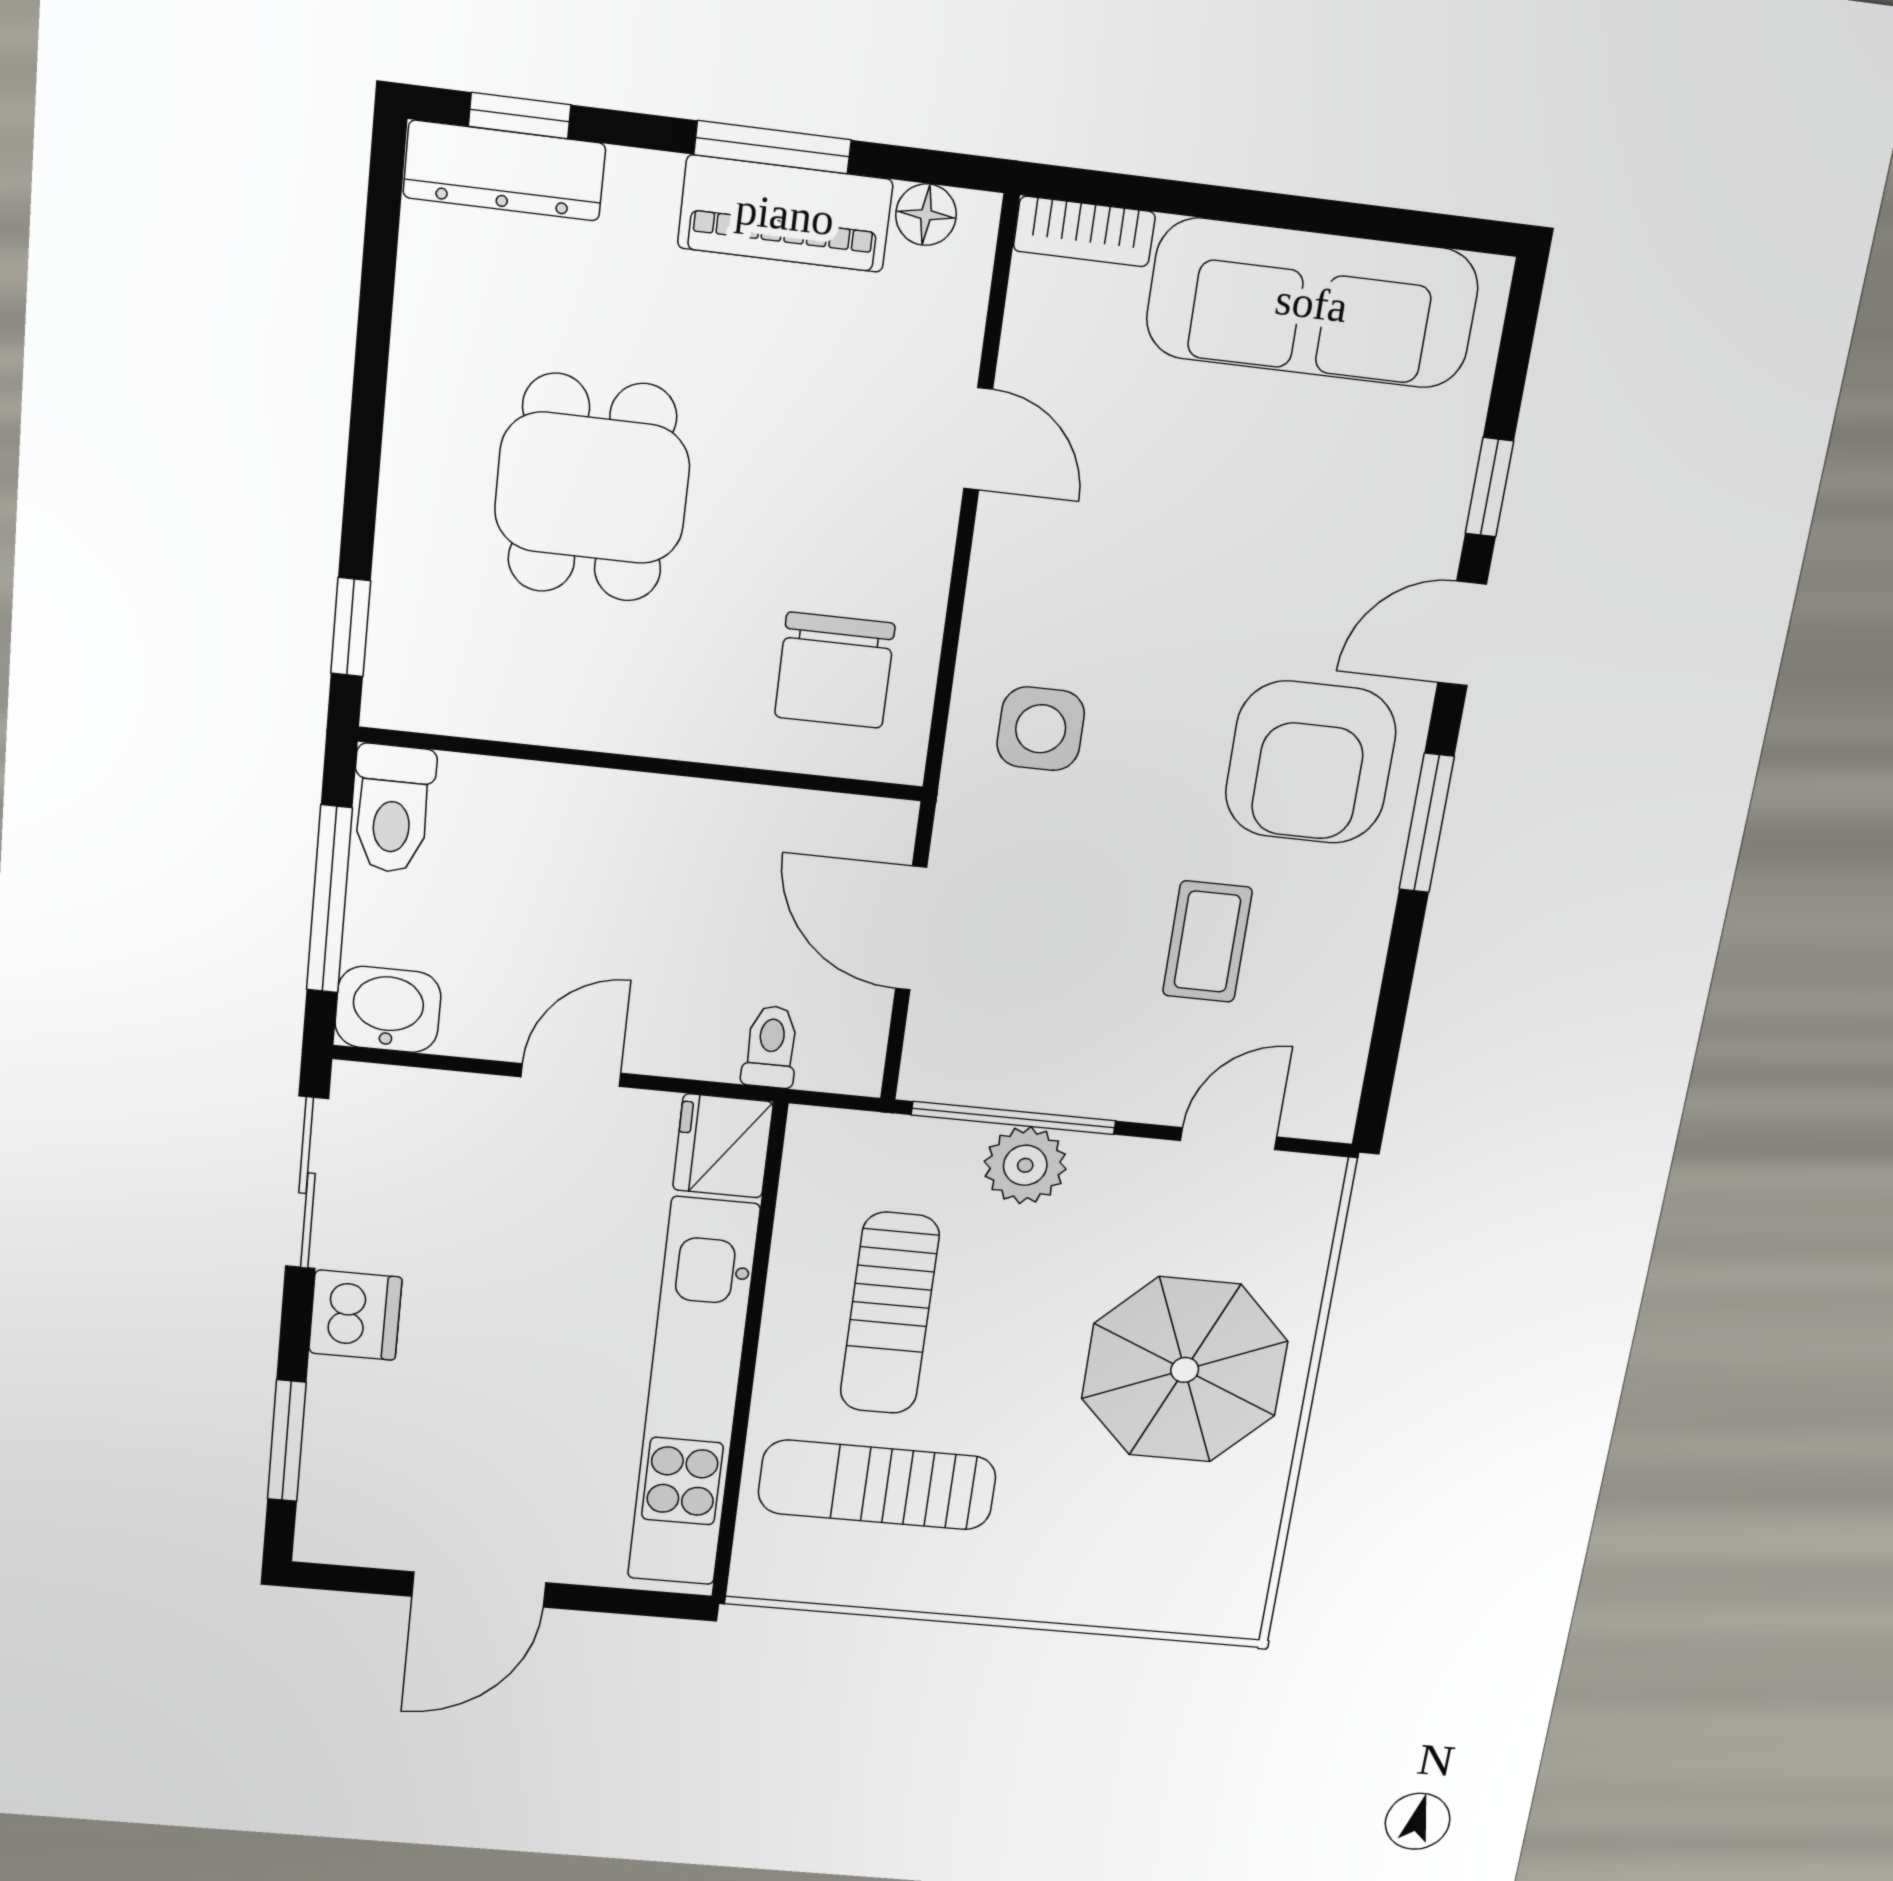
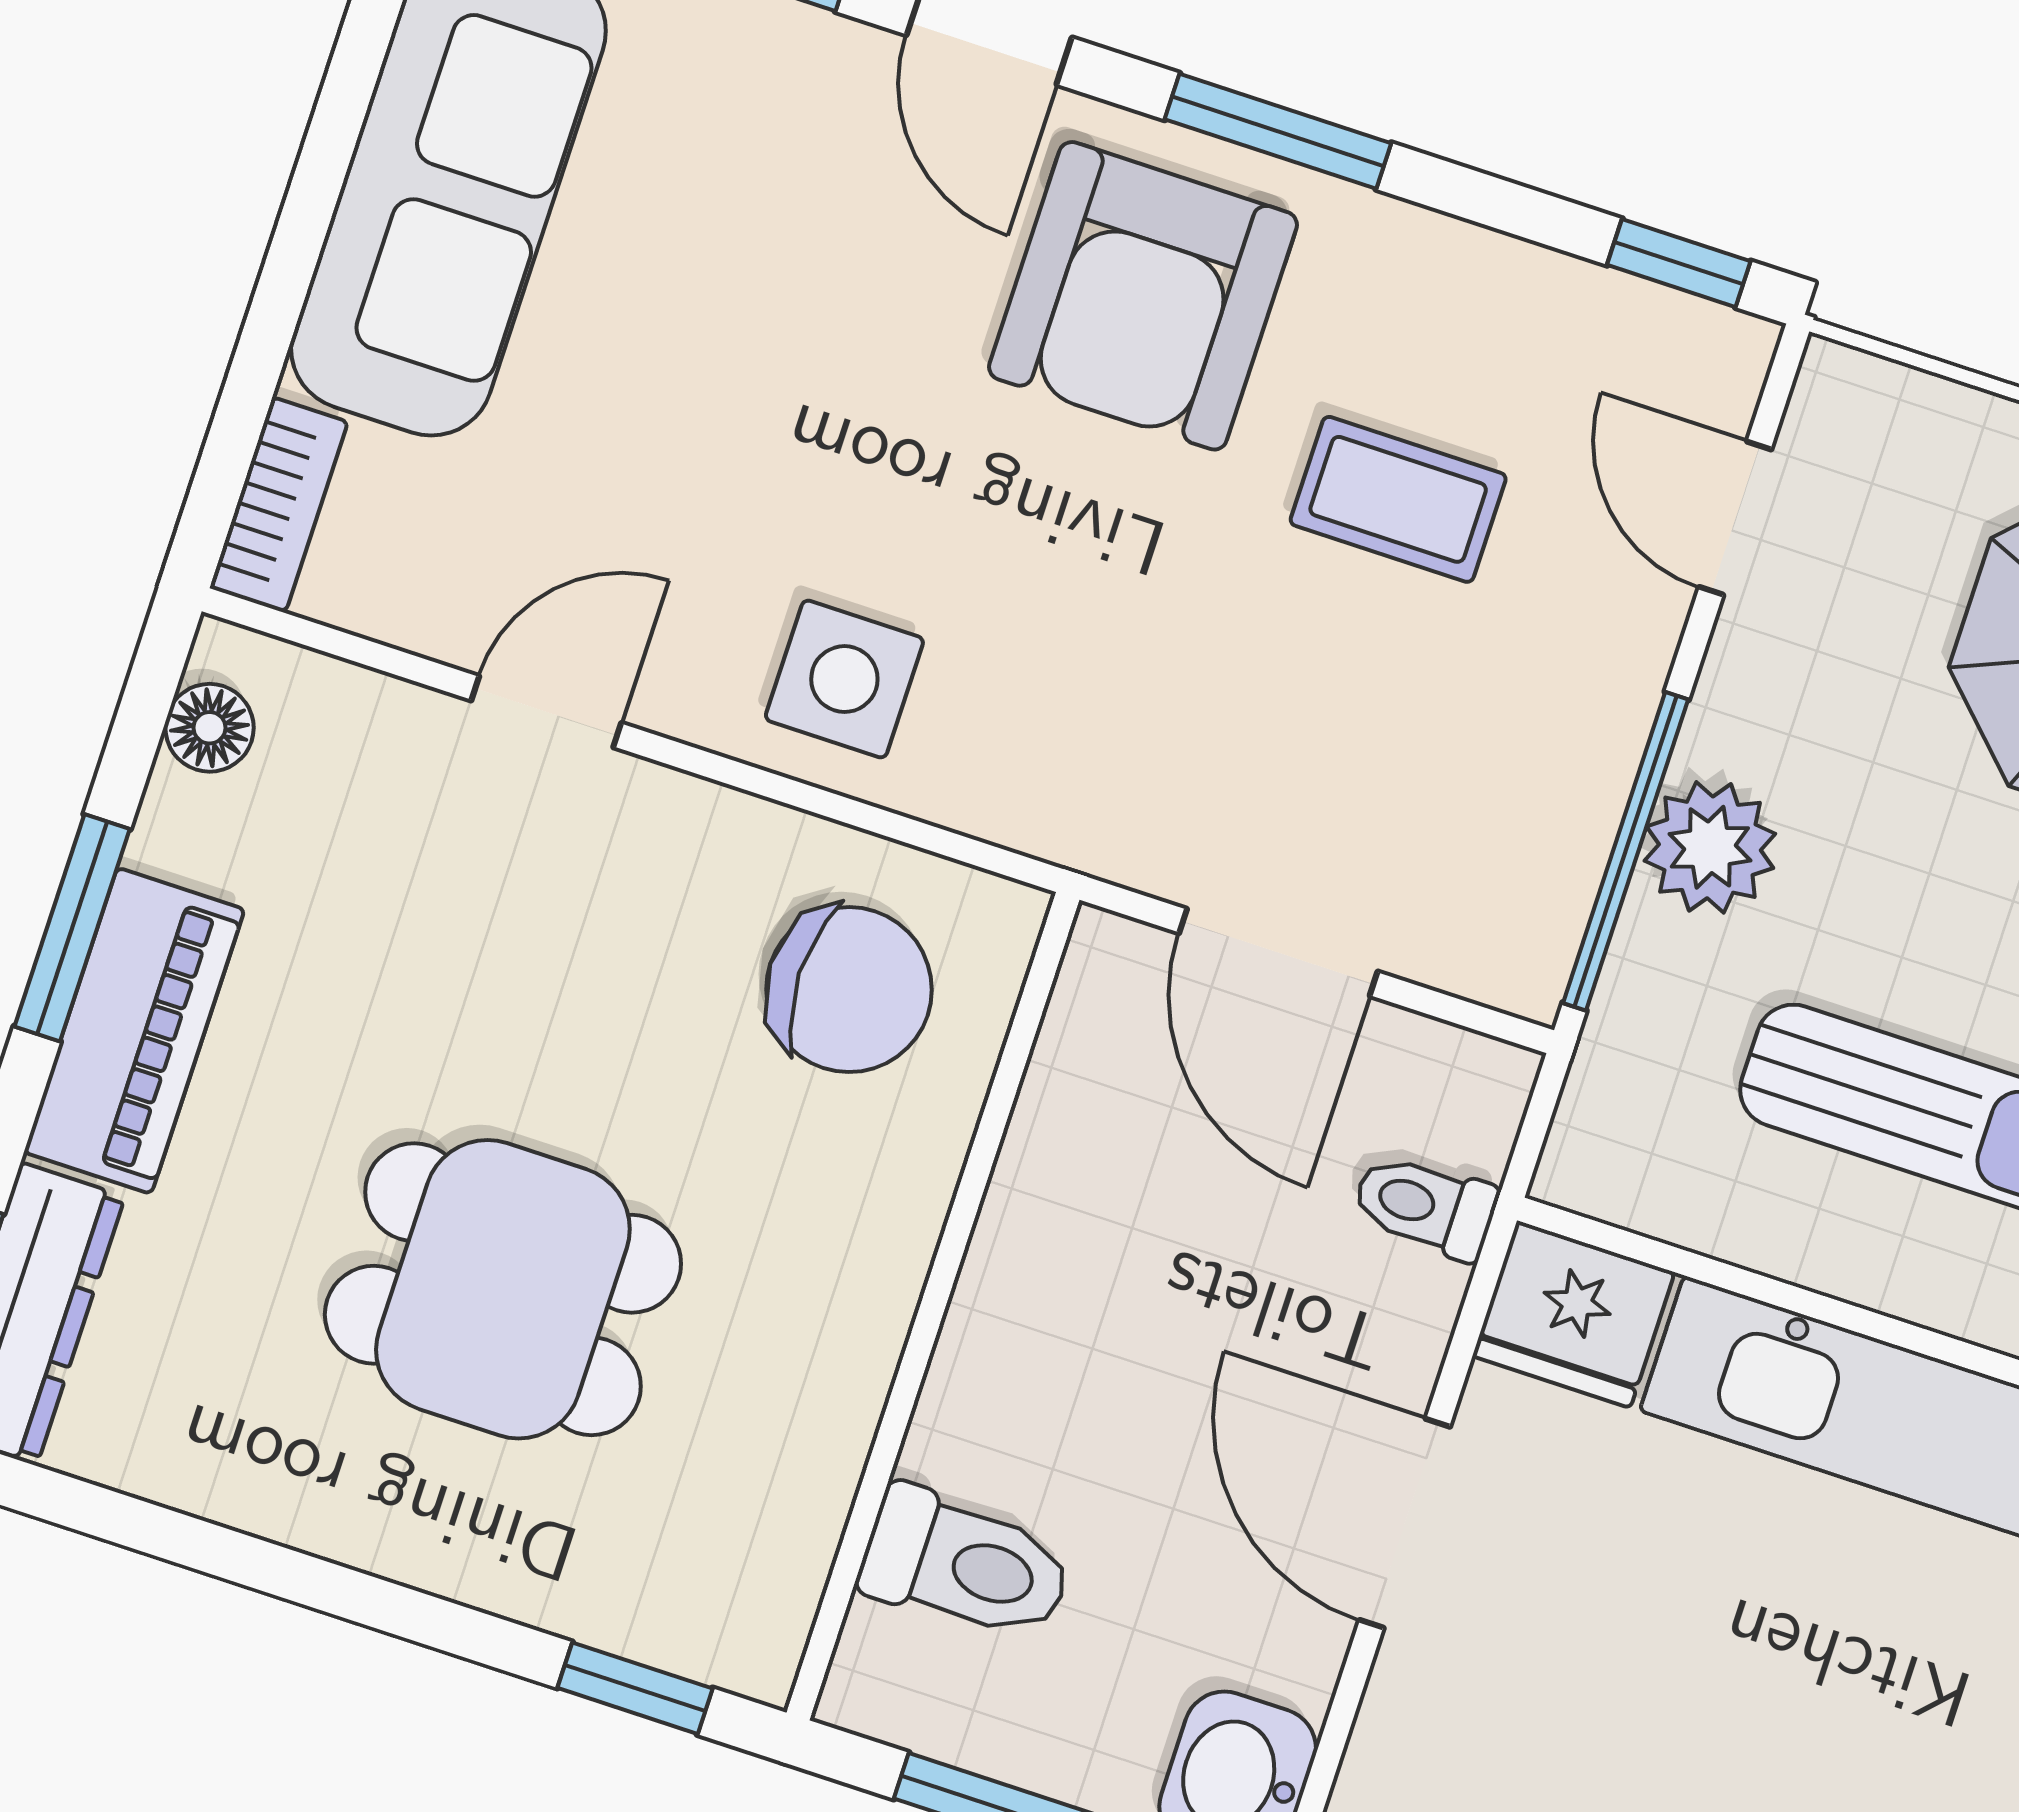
piano: (785, 214) -> (134, 1031), moved
side table: (1041, 729) -> (844, 679), moved
armchair: (1311, 762) -> (1143, 296), turned 90
toilet: (393, 809) -> (966, 1565), moved
door: (911, 928) -> (1278, 952), hinge flipped
door: (571, 1075) -> (1405, 1523), width x1.38
window: (1380, 1075) -> (1679, 263), added

